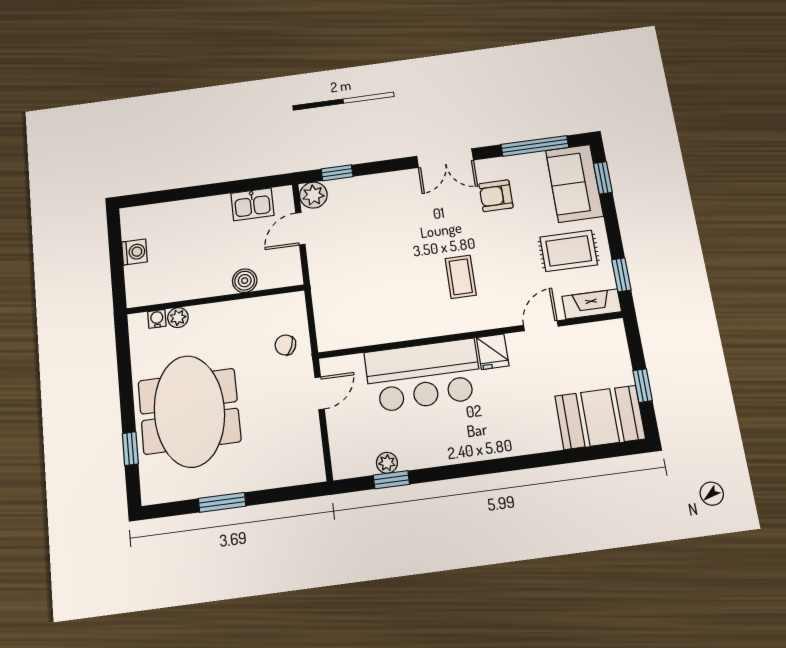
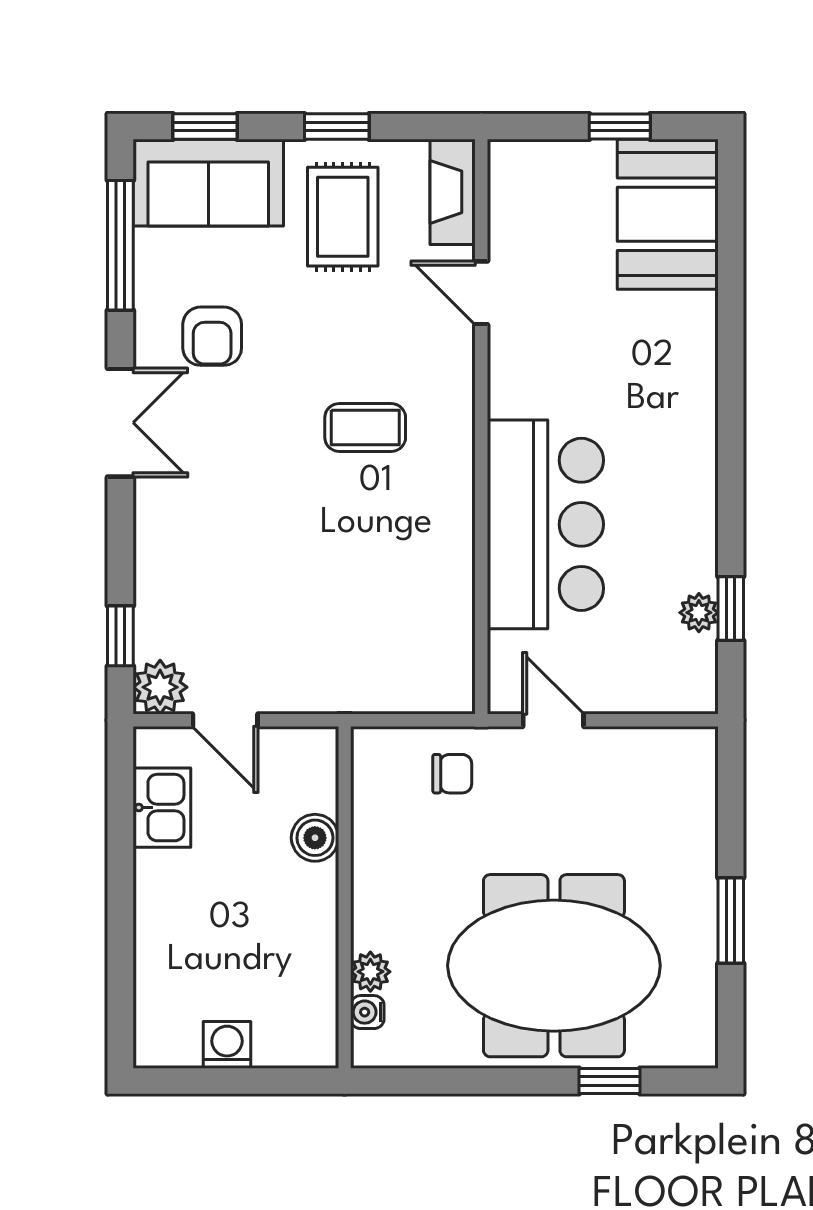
window: (621, 275) -> (337, 127), moved
chair: (285, 345) -> (452, 774), turned -112
fridge: (493, 352) -> (518, 390), removed

